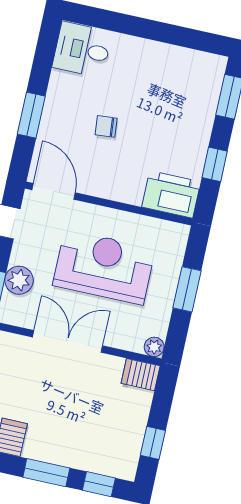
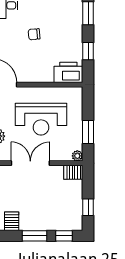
chair: (106, 126) -> (34, 34), moved
reception desk: (104, 267) -> (41, 119), turned 180
window: (187, 289) -> (88, 132), moved

